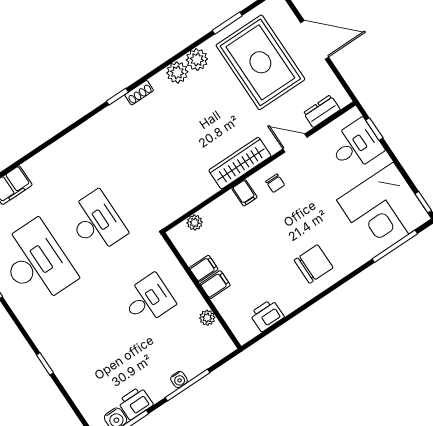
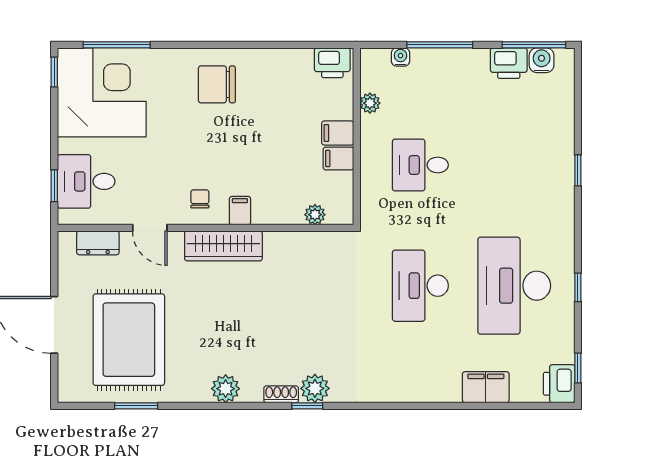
plant: (197, 60) -> (315, 388), moved
printer: (267, 315) -> (332, 63), moved
water cooler: (179, 379) -> (401, 57), moved

